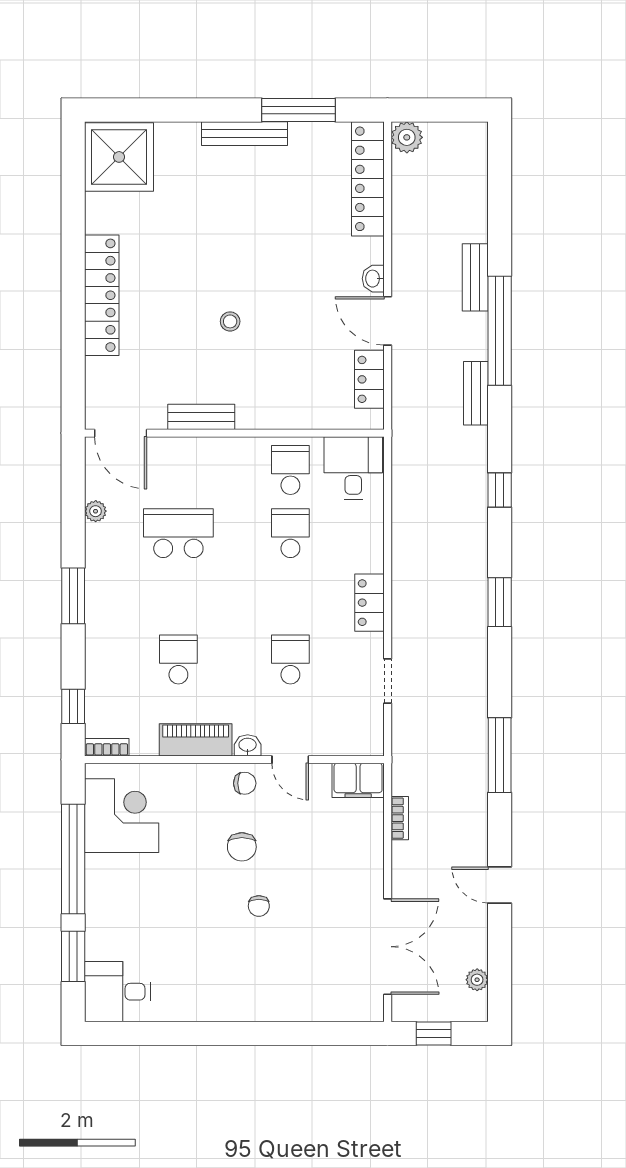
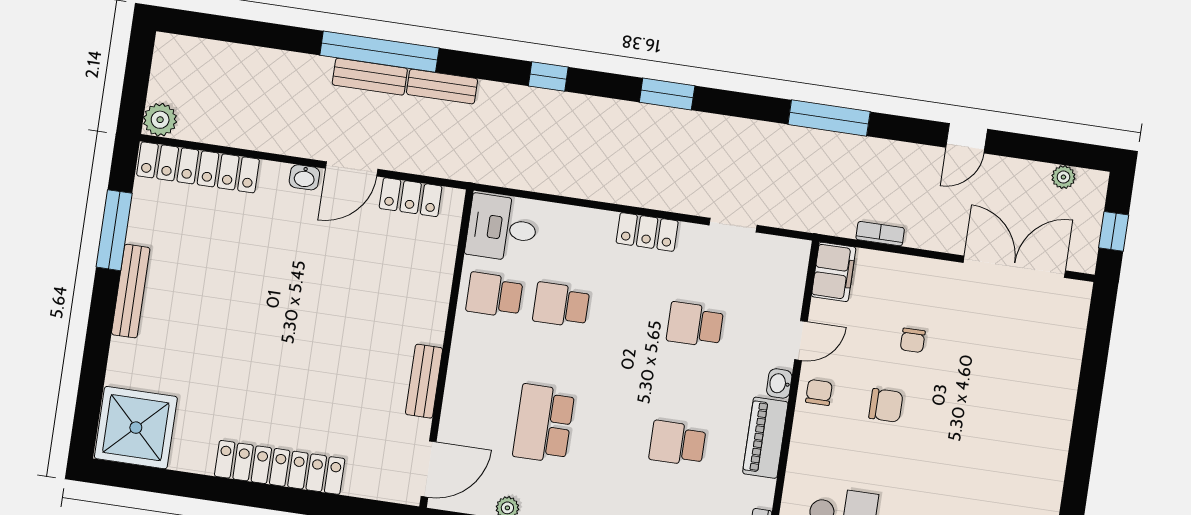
bench: (475, 277) -> (370, 77), moved
stool: (230, 321) -> (327, 336), removed
chair: (259, 906) -> (913, 340), moved, turned 90

